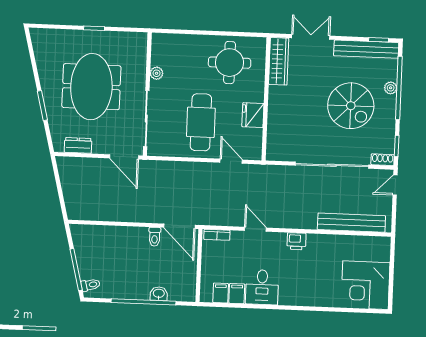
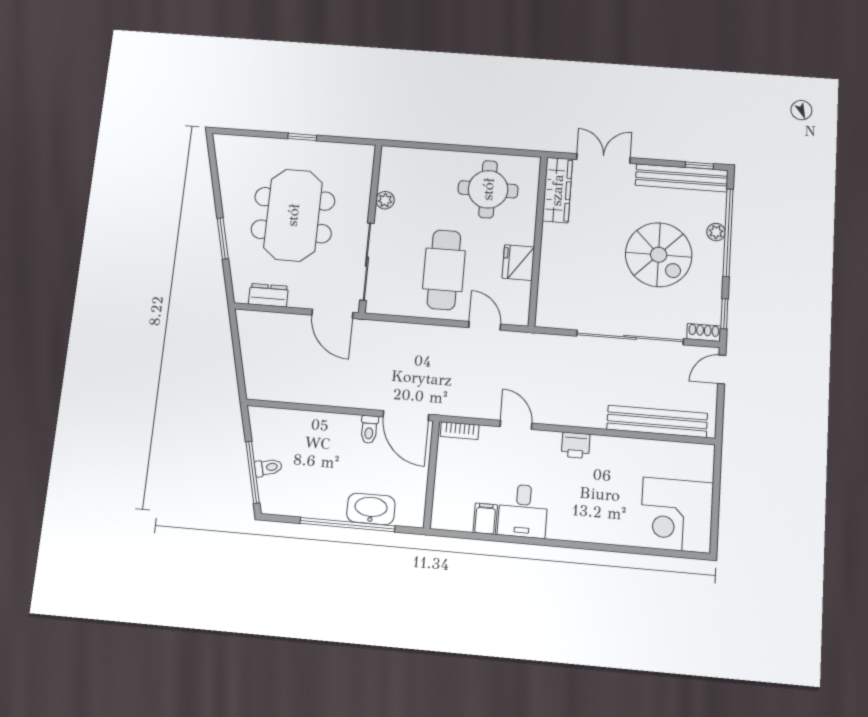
toilet: (91, 285) -> (268, 467), moved
filing cabinet: (221, 293) -> (461, 517), removed
washbasin: (159, 294) -> (371, 509), width x1.91, depth x1.45

